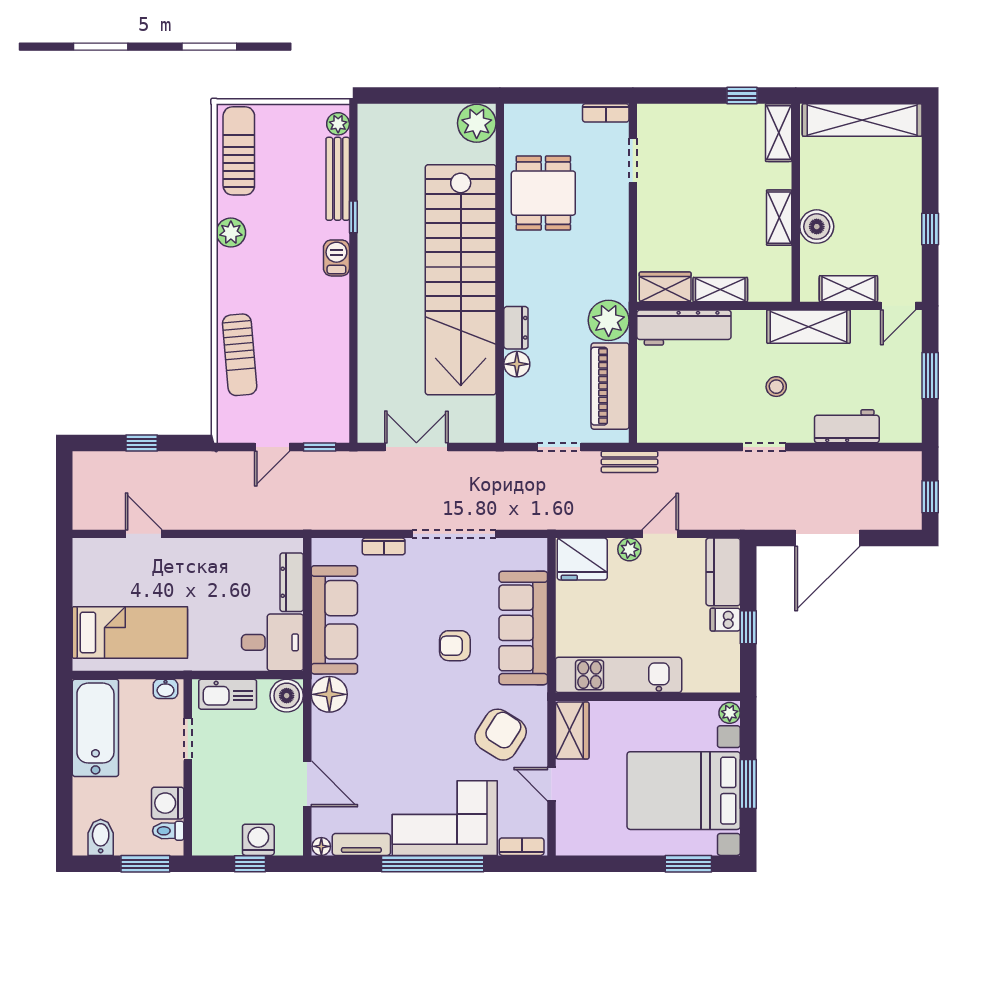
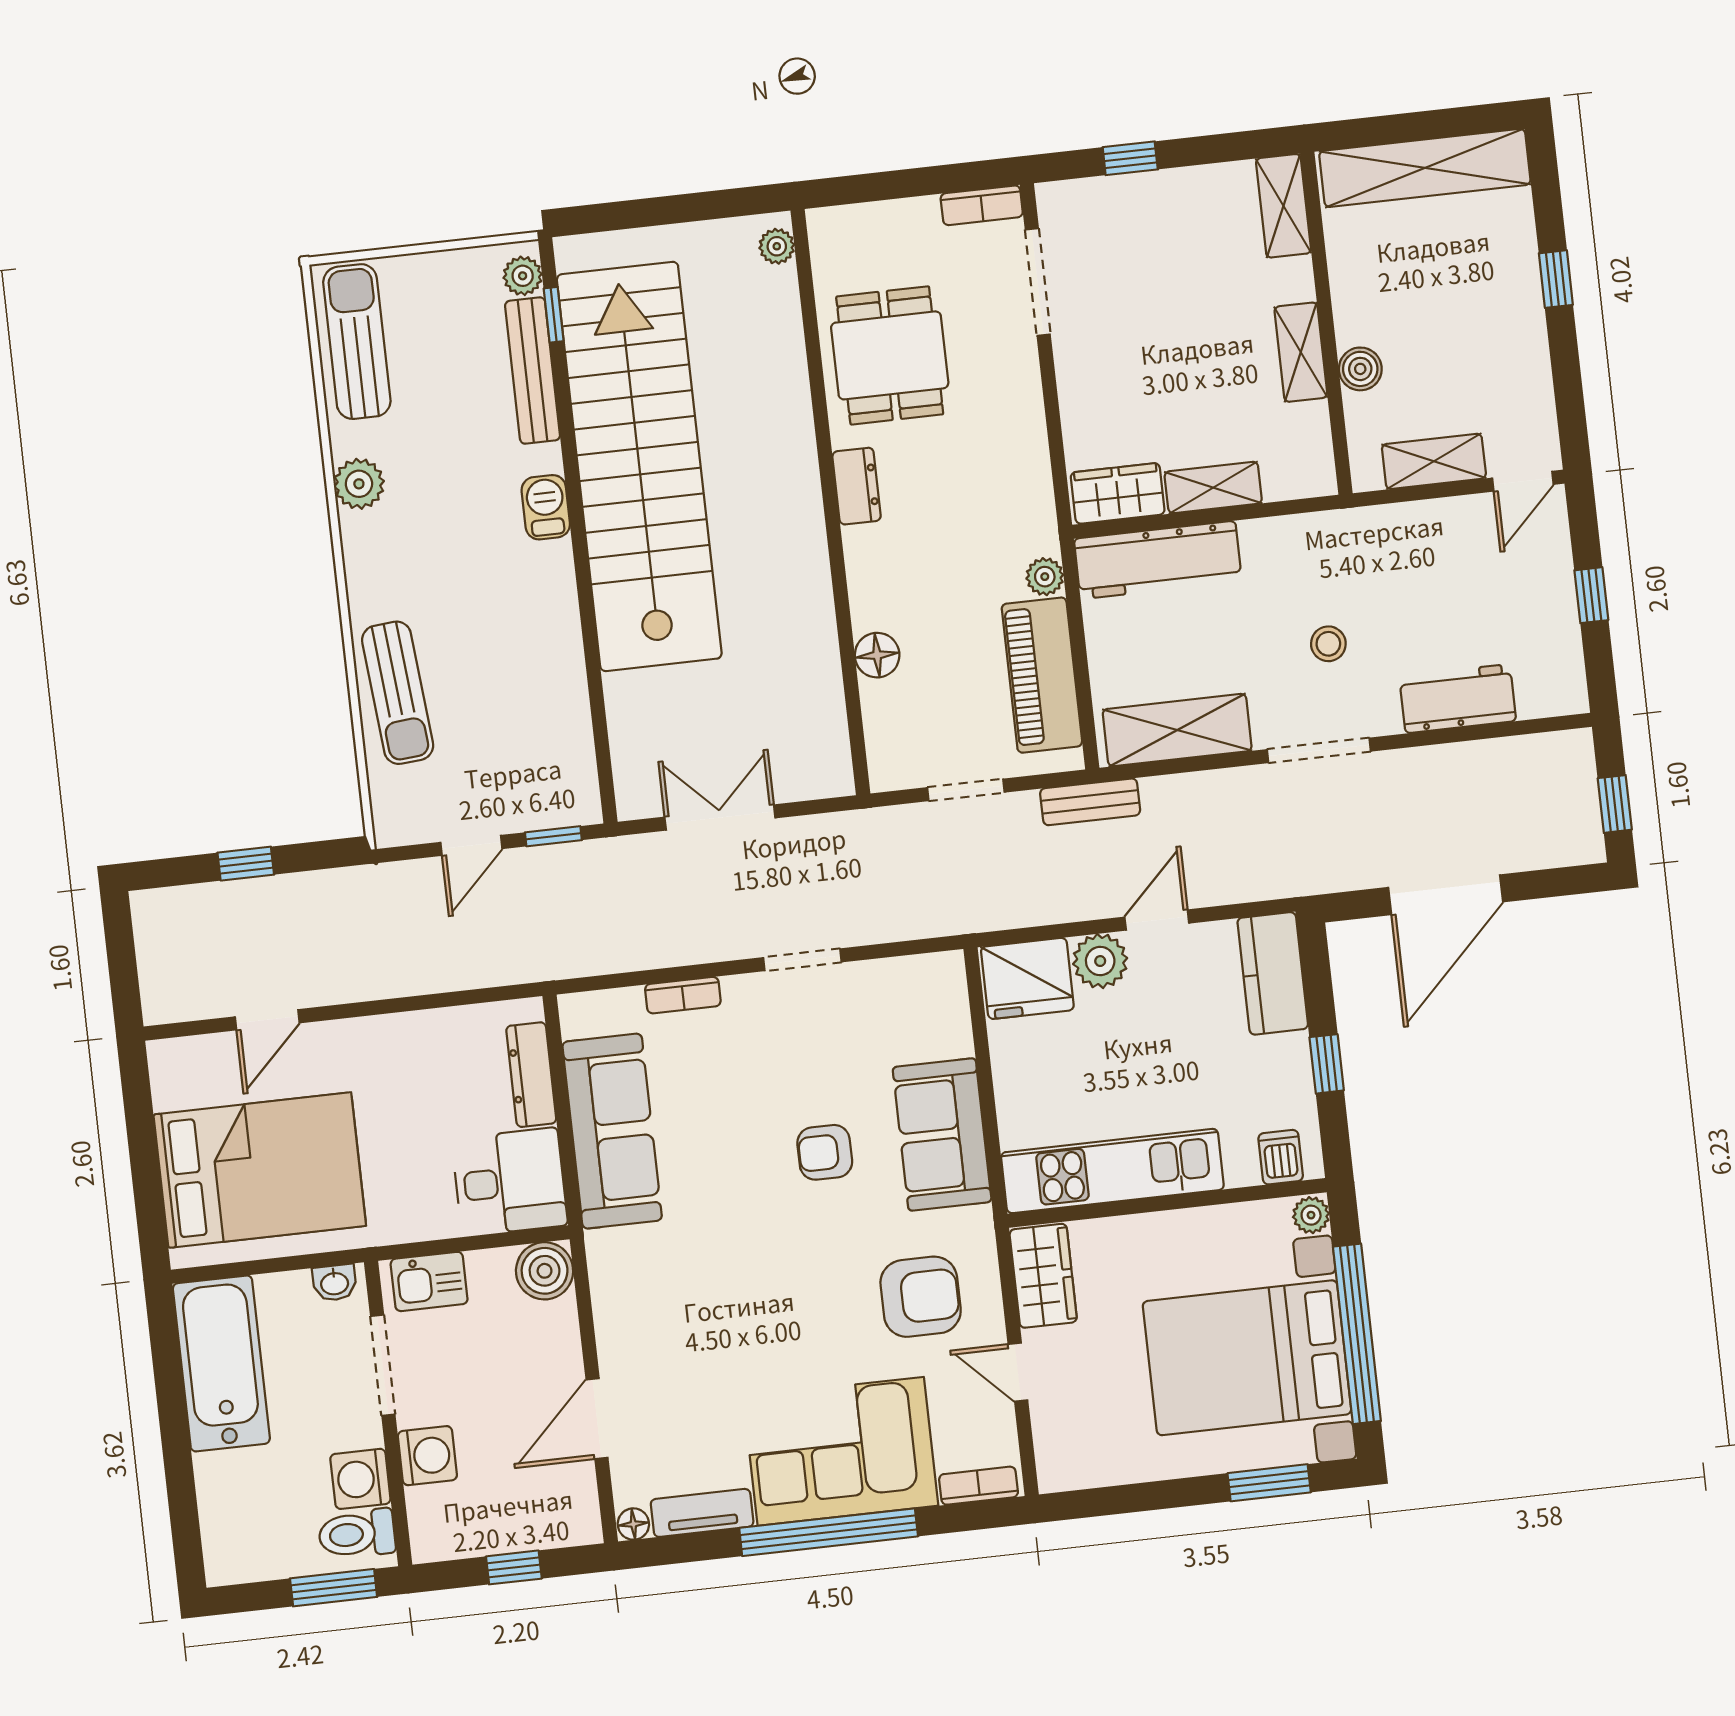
window: (742, 96) -> (1130, 158), moved
plant: (477, 123) -> (777, 246), width x0.53, depth x0.53
doorway: (633, 161) -> (1038, 282), width x1.38
window: (353, 217) -> (554, 315), moved
boiler: (817, 227) -> (1360, 369), width x0.73, depth x0.73
window: (930, 229) -> (1556, 279), moved
stairs: (461, 280) -> (639, 466), moved, turned 180
plant: (609, 320) -> (1045, 577), width x0.53, depth x0.53
shelving: (809, 327) -> (1177, 730), moved
dresser: (516, 328) -> (857, 486), moved
window: (930, 376) -> (1591, 595), width x0.67
doorway: (764, 447) -> (1319, 750), width x1.38
door: (144, 534) -> (267, 1020), swing flipped
doorway: (454, 534) -> (802, 960), width x0.53
plant: (629, 549) -> (1100, 961), width x1.38, depth x1.38
dishwasher: (725, 620) -> (1281, 1157), moved, turned 90
sofa: (523, 628) -> (942, 1134), width x0.73
bed: (130, 632) -> (260, 1170), width x1.50
kitchen sink: (228, 694) -> (429, 1281), width x0.73
floor lamp: (329, 694) -> (618, 1260), removed
armchair: (501, 735) -> (921, 1297), turned 58
doorway: (188, 739) -> (383, 1365), width x1.38
door: (307, 784) -> (597, 1419), swing flipped
window: (748, 784) -> (1357, 1334), width x2.11
toilet: (168, 831) -> (357, 1534), width x1.37, depth x1.39
bidet: (101, 837) -> (251, 1551), removed
washing machine: (258, 840) -> (427, 1456), moved, turned 90

